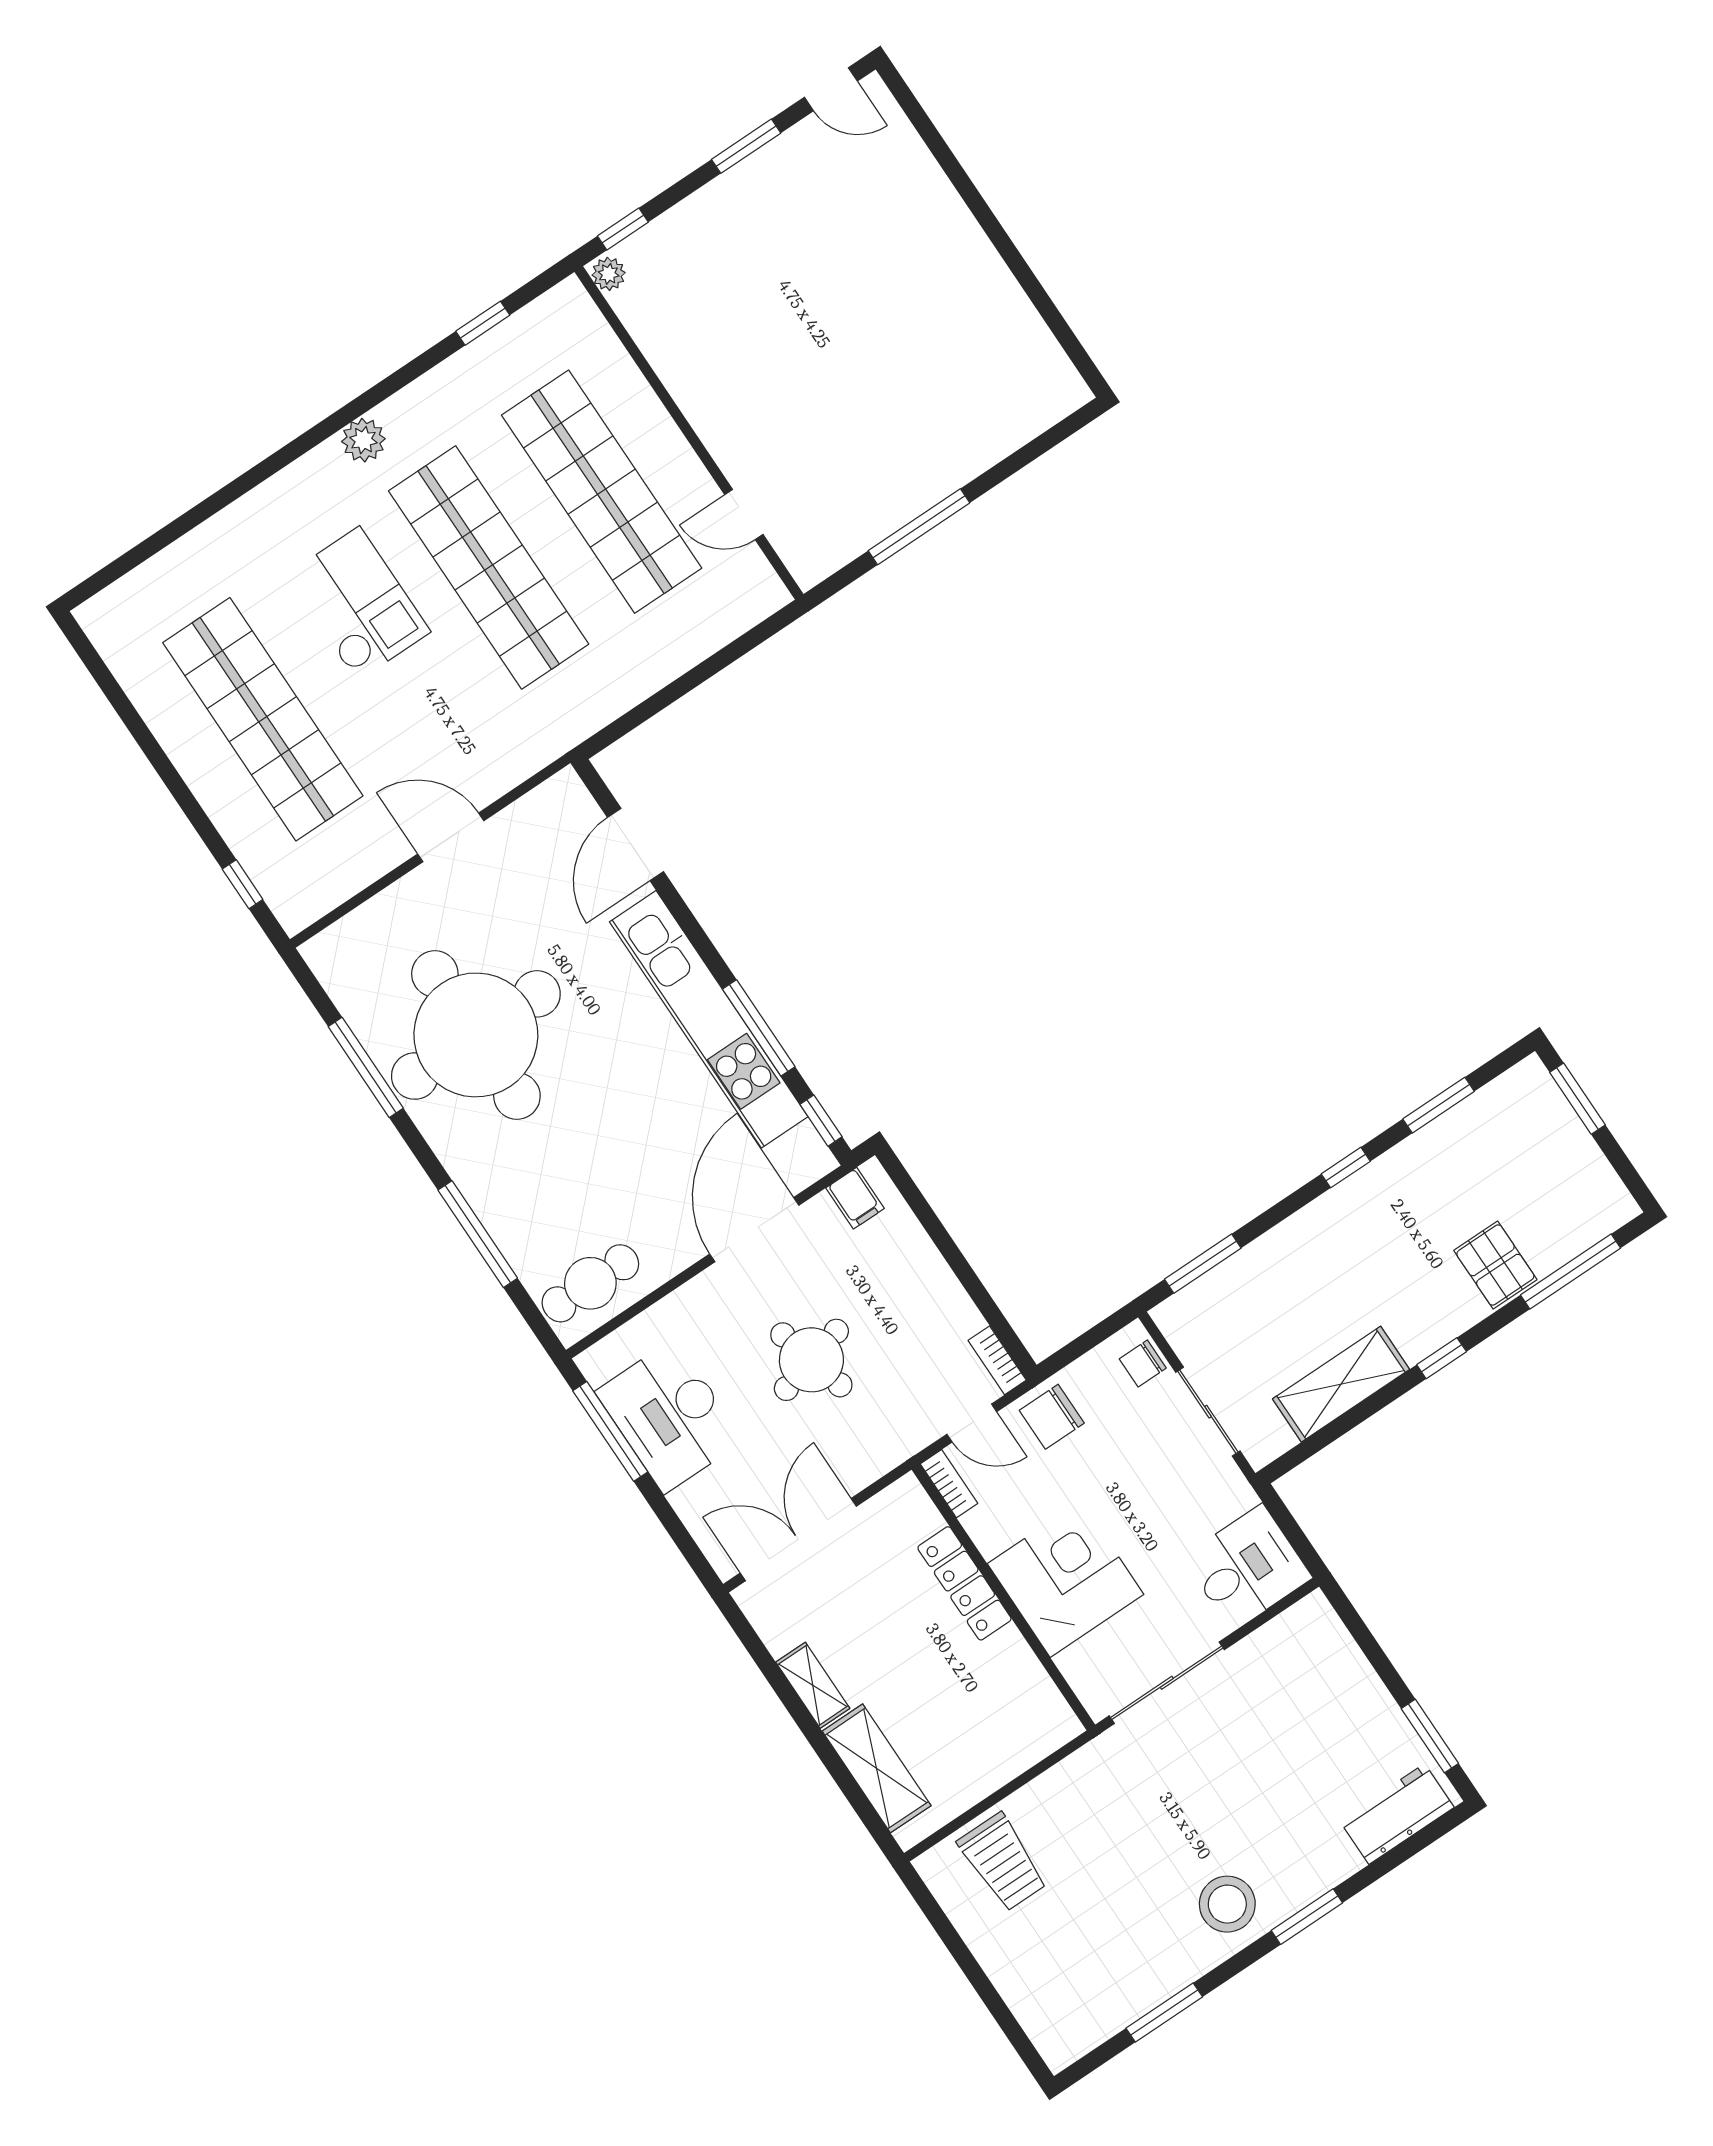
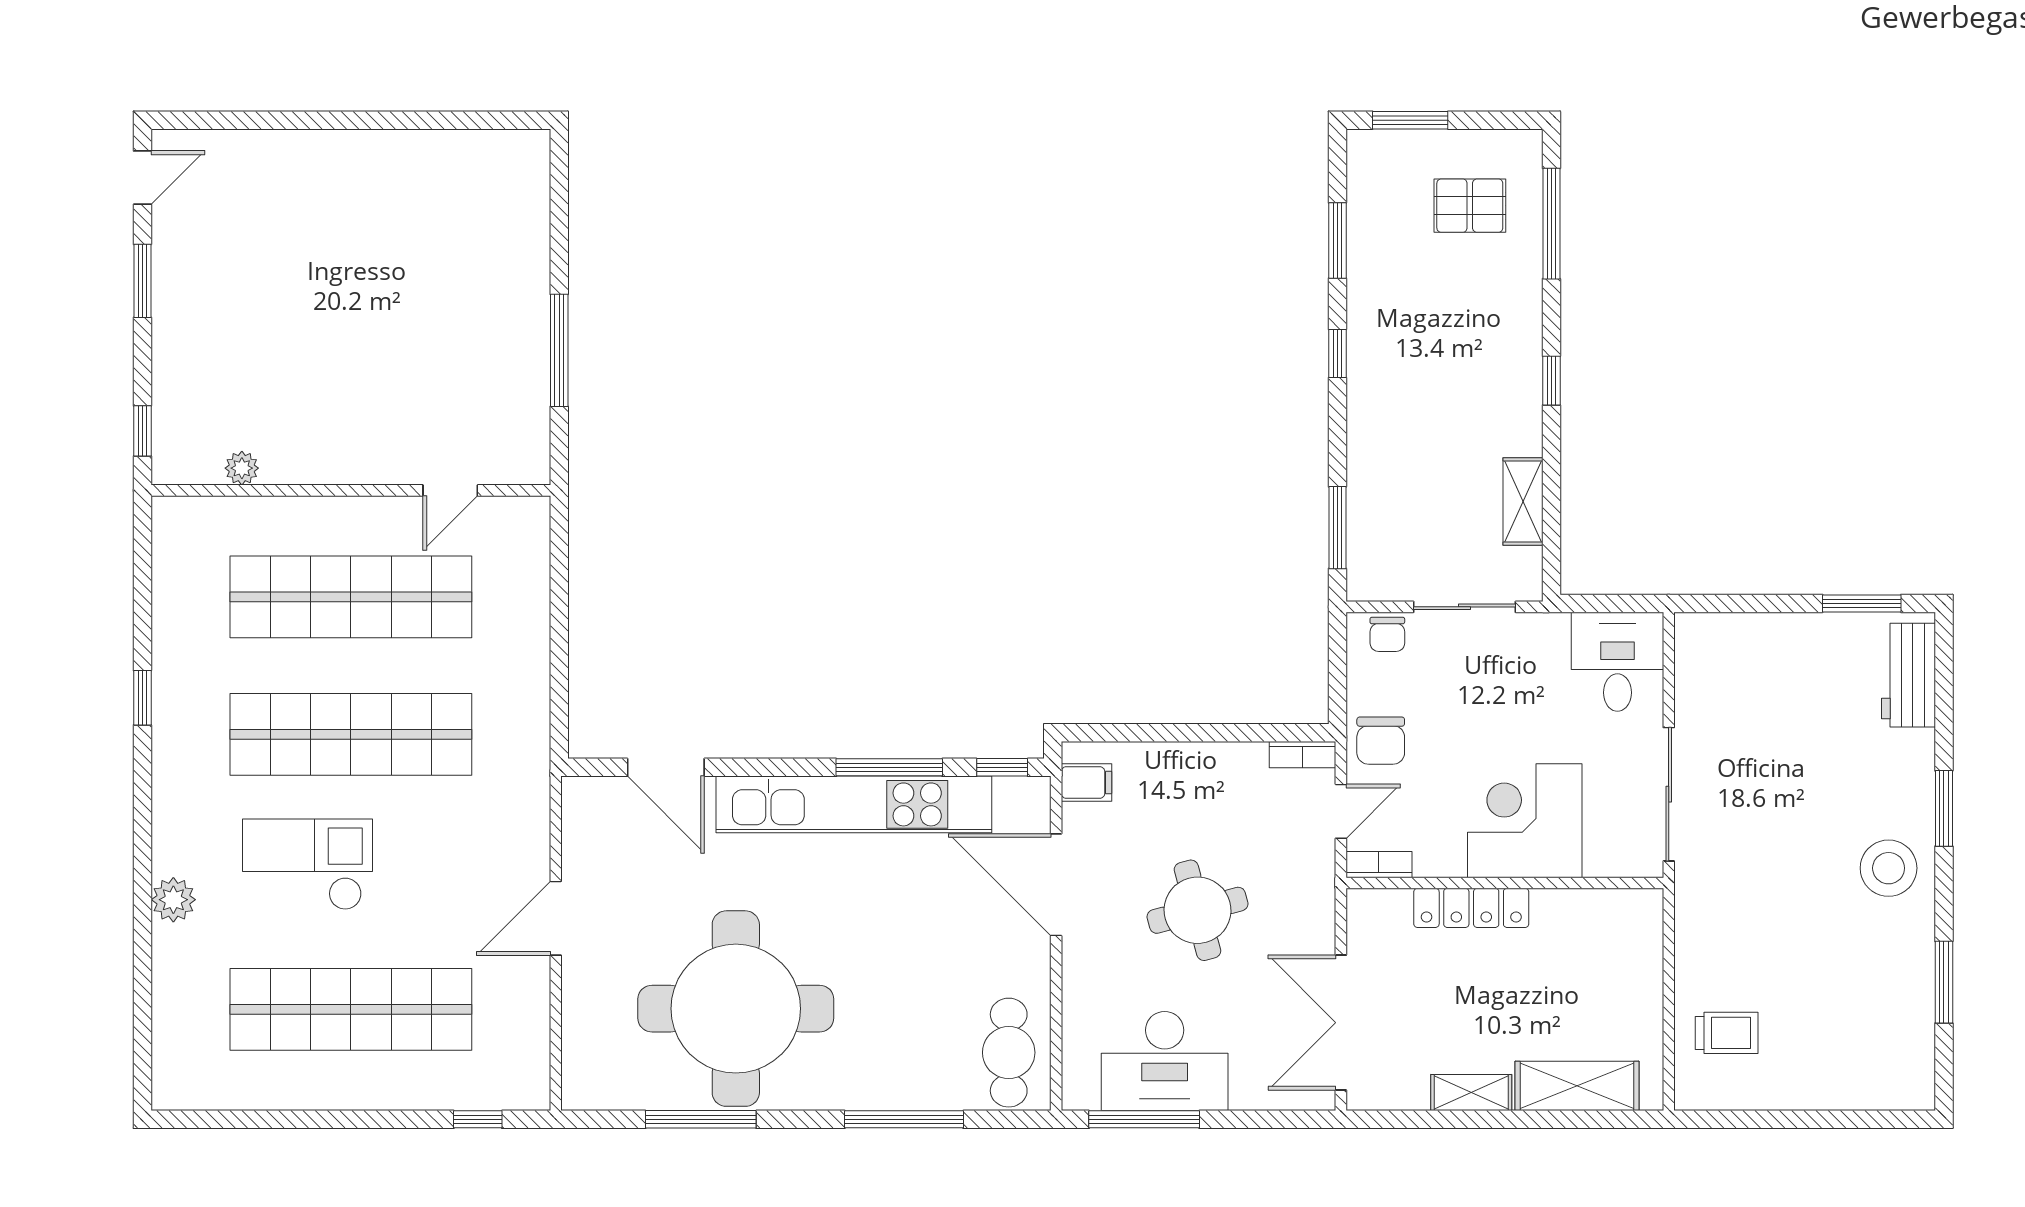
plant: (609, 274) -> (242, 468), moved
window: (483, 323) -> (142, 698), moved
plant: (363, 440) -> (173, 900), moved
pallet: (1495, 1265) -> (1470, 206), moved
shelving: (1341, 1384) -> (1523, 502), width x0.67, depth x0.75
trolley: (1003, 1862) -> (1727, 1033), width x0.73, depth x0.72

